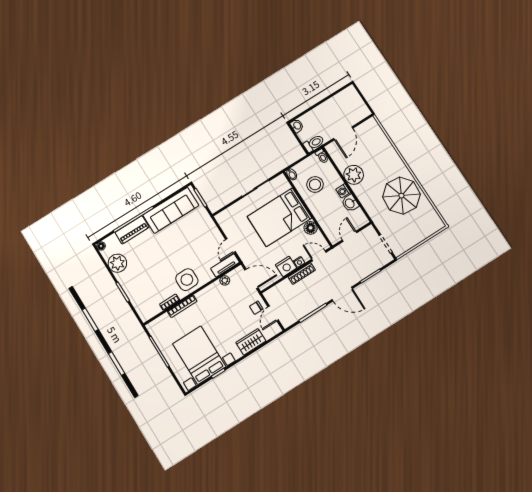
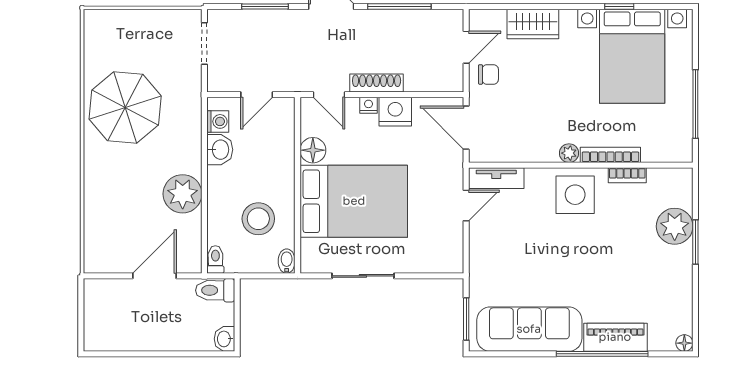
washing machine: (343, 191) -> (218, 121), moved
plant: (117, 263) -> (675, 226), moved
plant: (225, 280) -> (569, 153), moved

